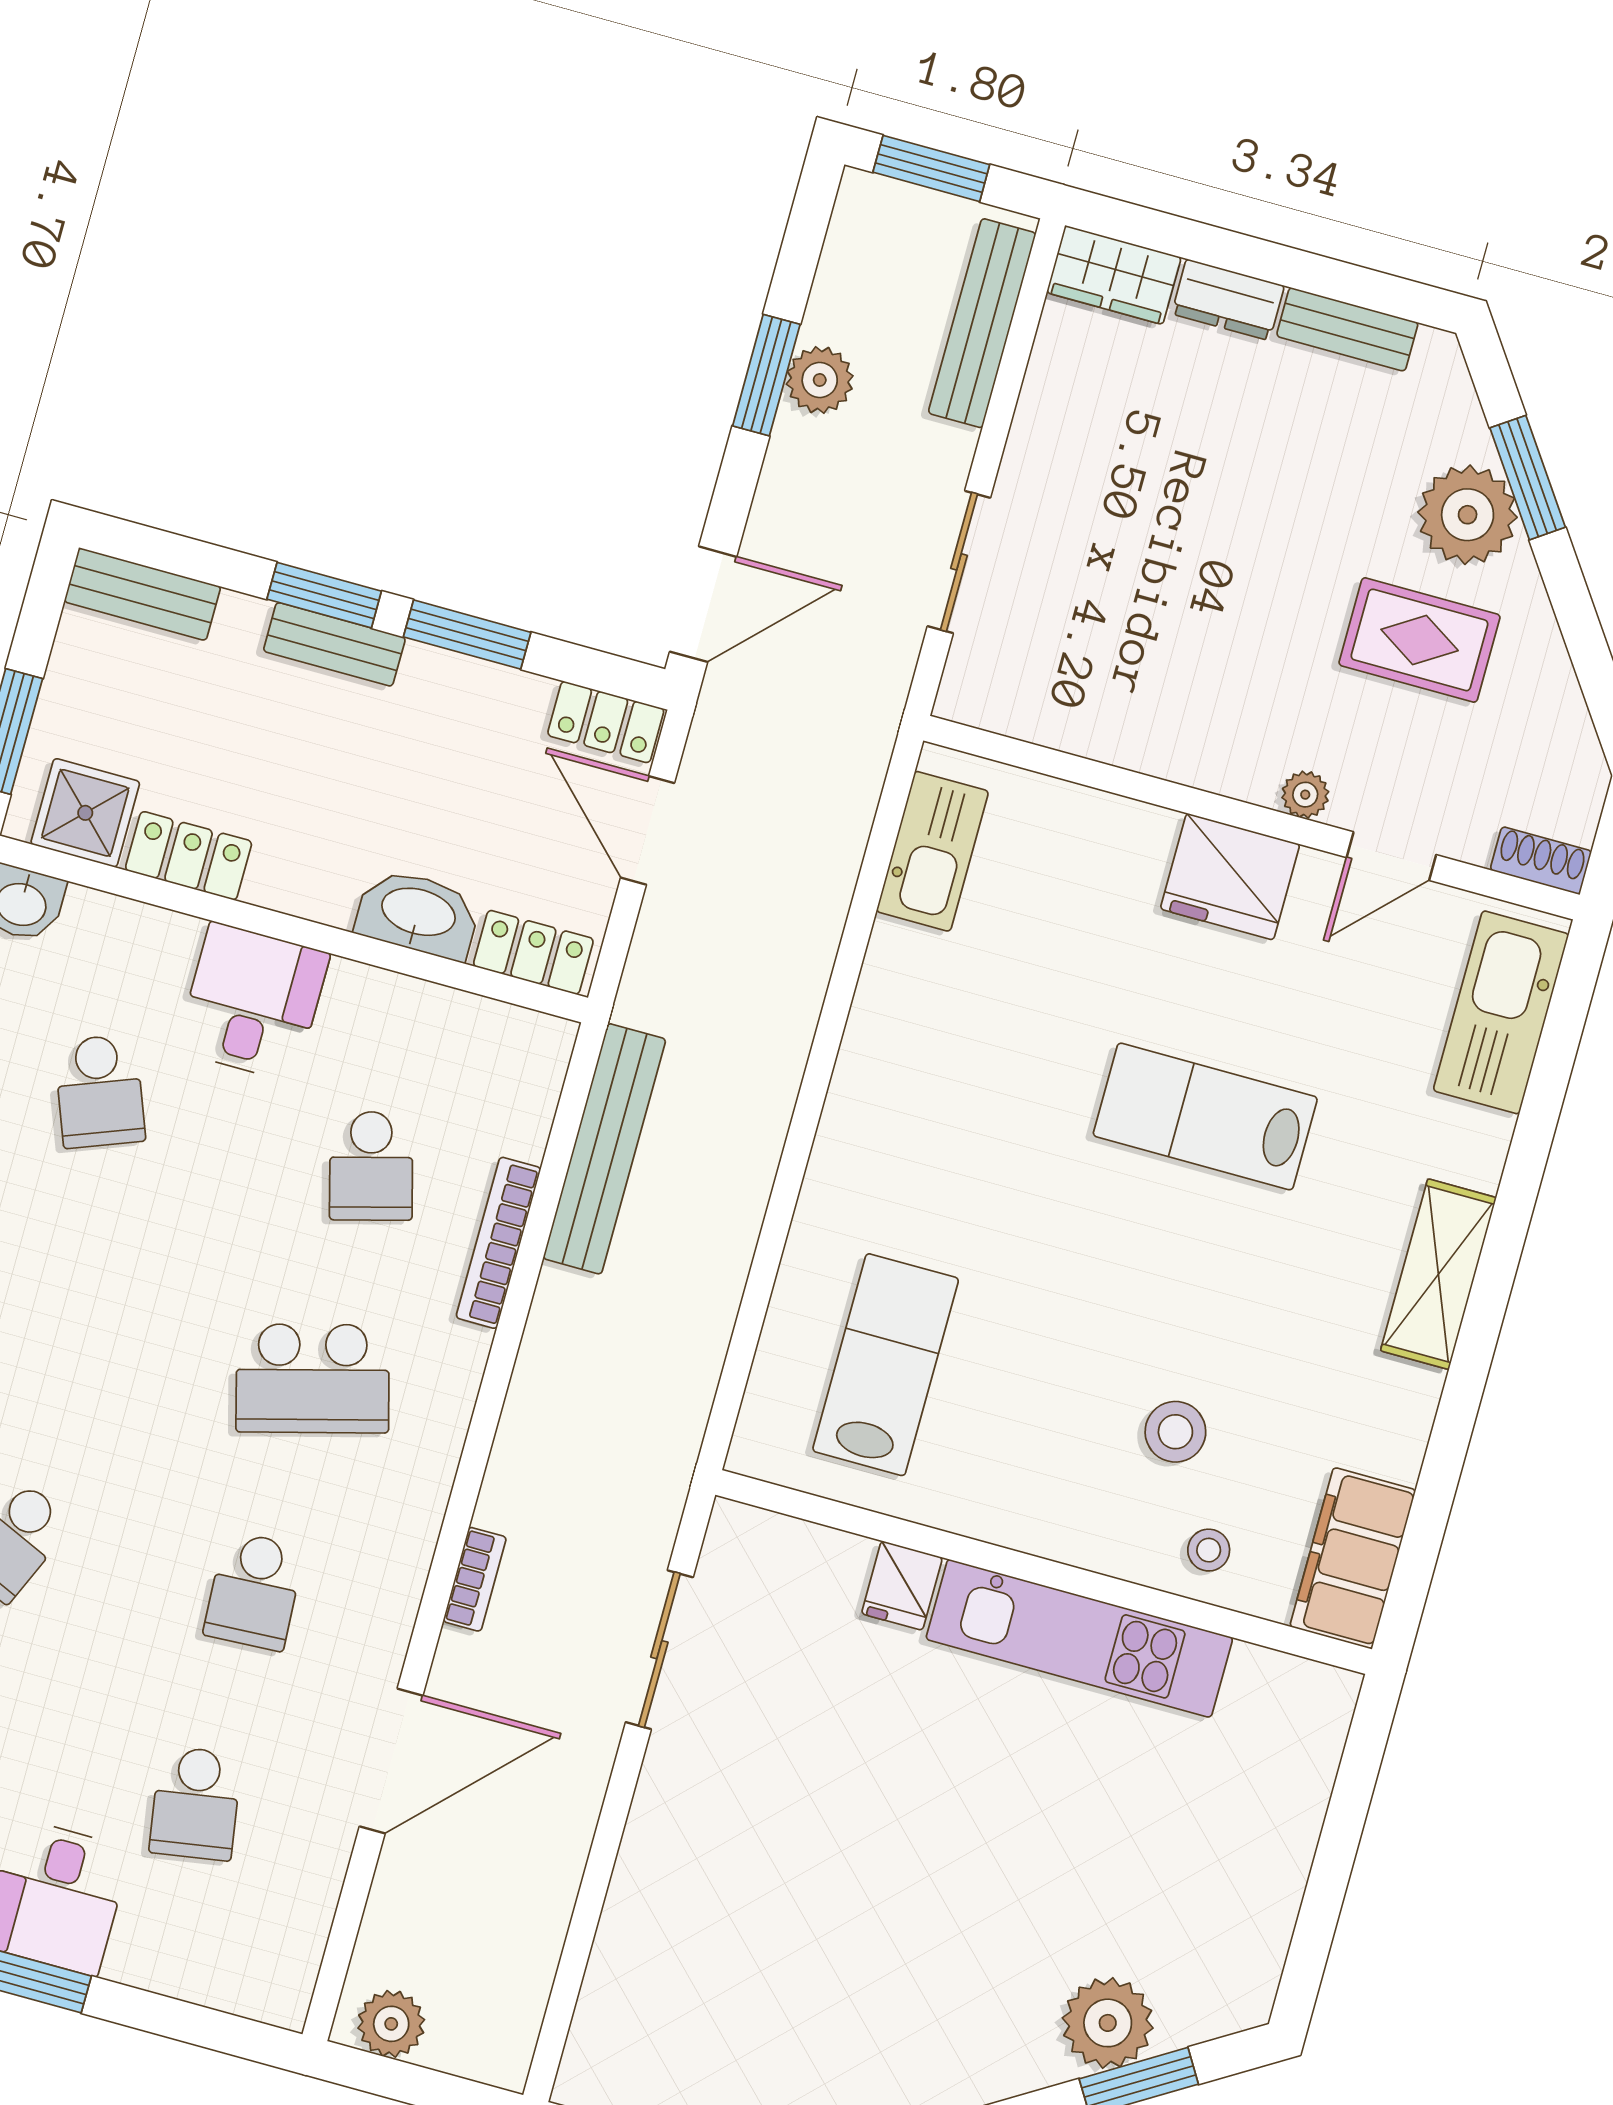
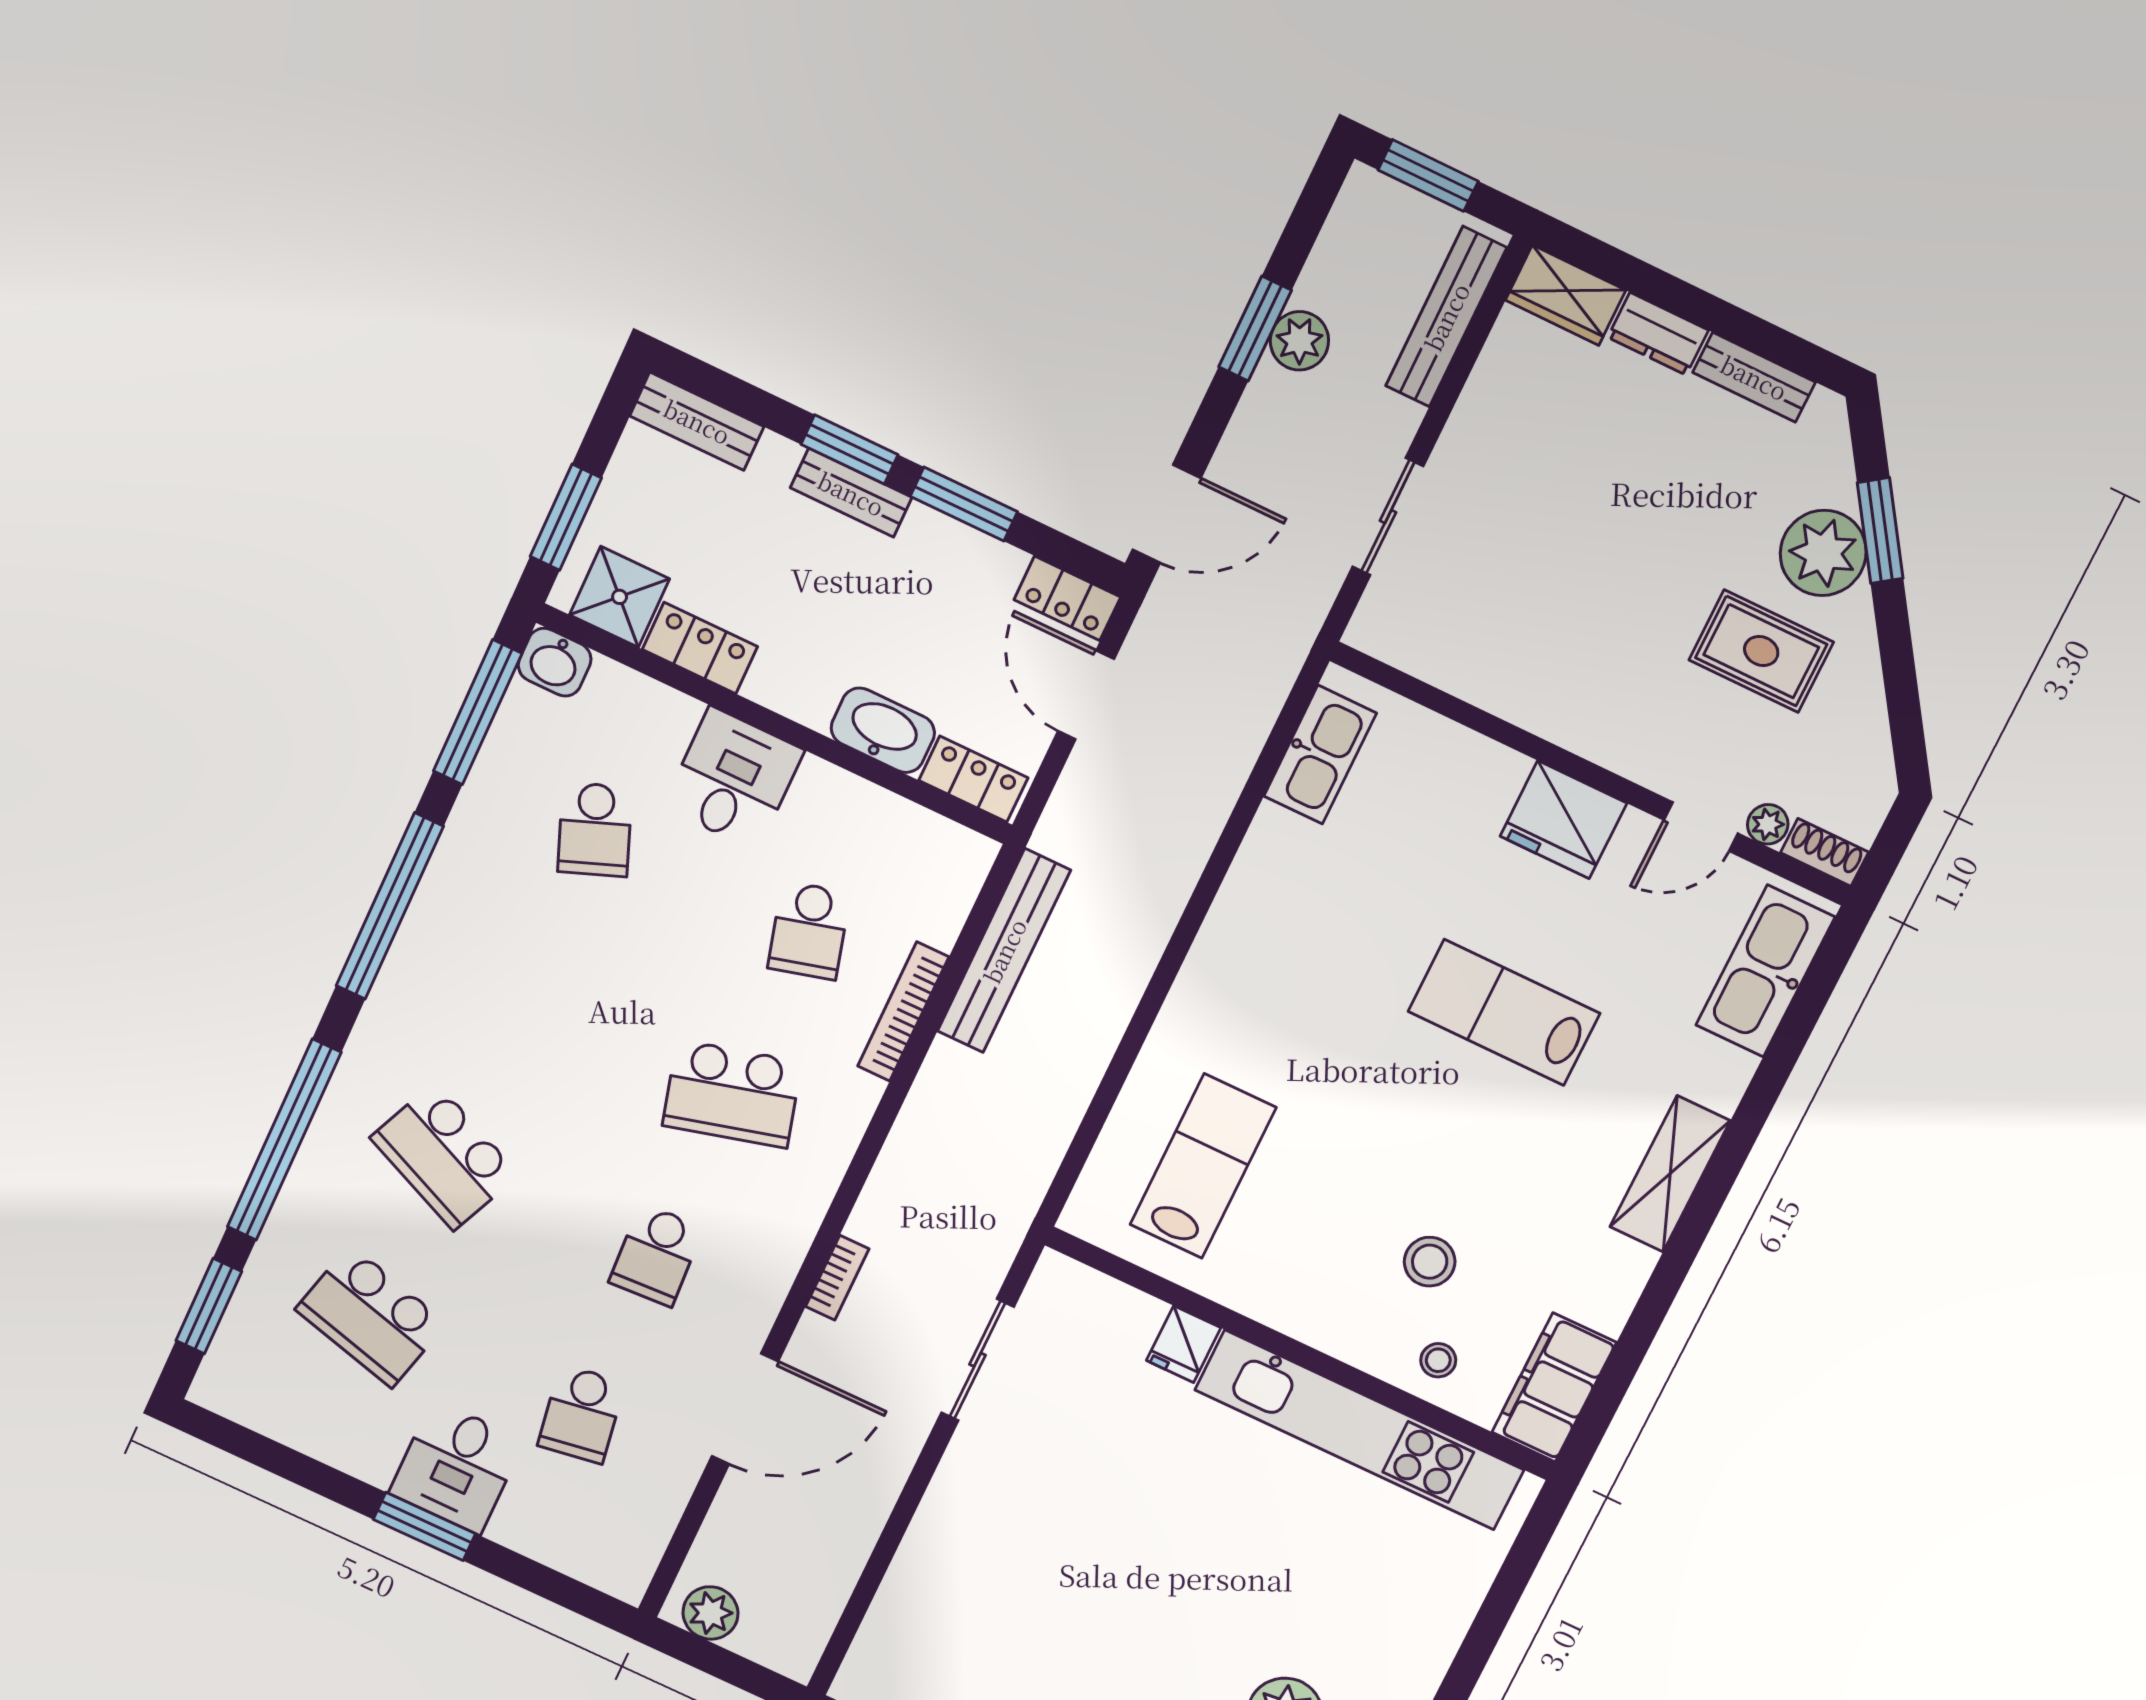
plant: (1305, 795) -> (1768, 824), moved
kitchen unit: (1079, 1638) -> (1360, 1430), width x1.36

